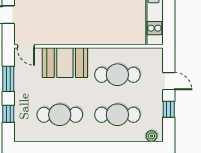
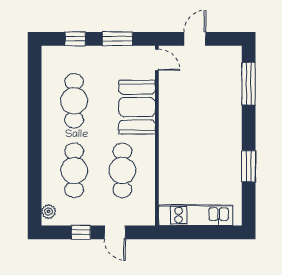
door: (26, 46) -> (157, 60), swing flipped
door: (169, 81) -> (115, 232), hinge flipped

